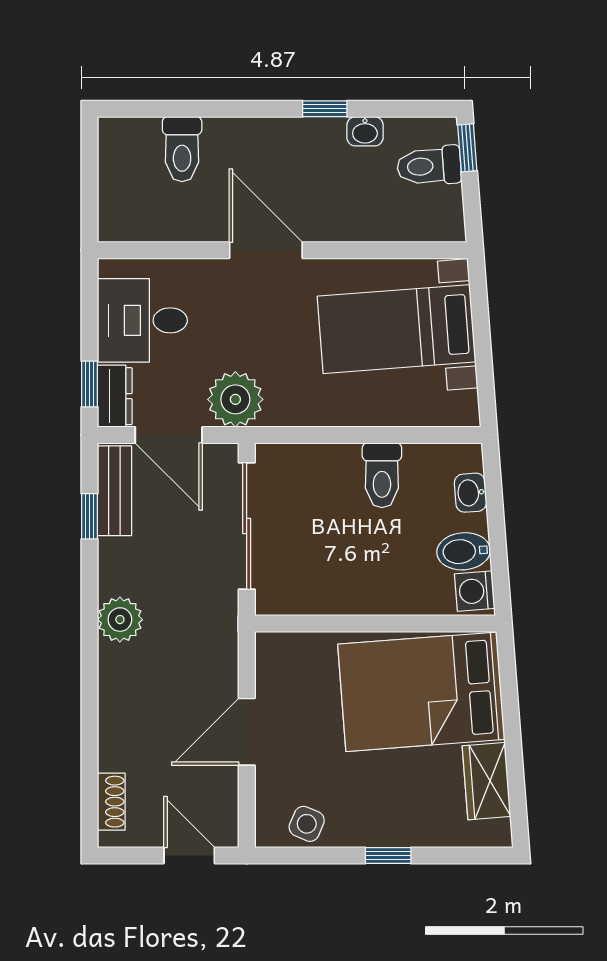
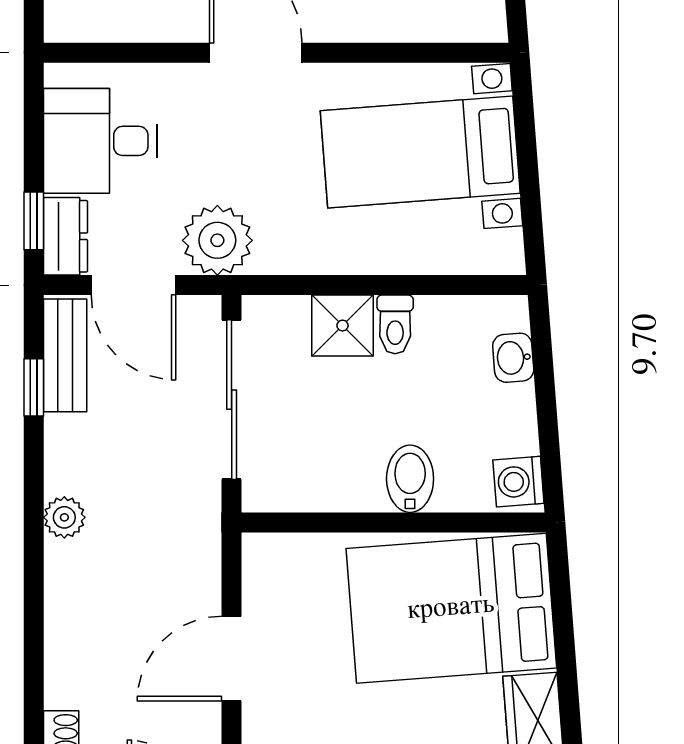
shower: (335, 467) -> (343, 326), added
toilet: (382, 475) -> (395, 324), width x0.73, depth x0.72
bidet: (464, 551) -> (410, 479), moved, turned 94
plant: (120, 620) -> (64, 517), width x0.73, depth x0.73

